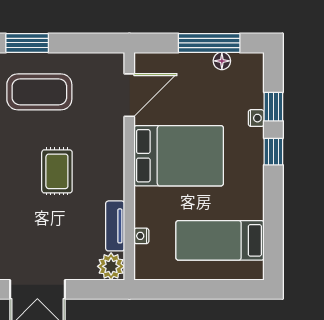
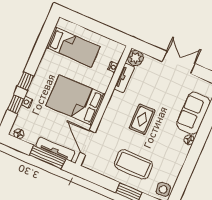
window: (209, 43) -> (47, 157), moved
floor lamp: (222, 61) -> (19, 134), moved
tv unit: (177, 62) -> (55, 149), added
door: (129, 95) -> (88, 143), hinge flipped

